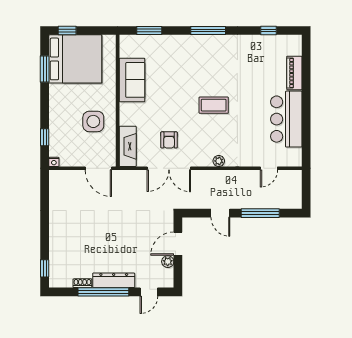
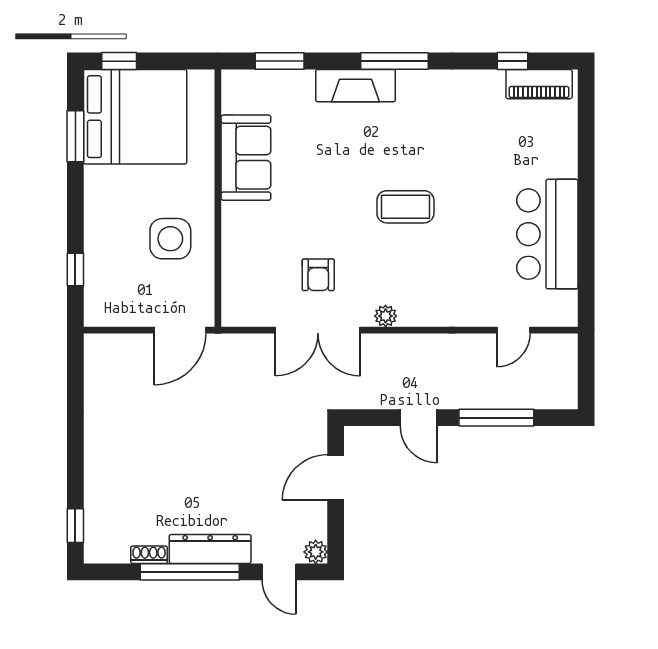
piano: (294, 73) -> (539, 84), moved, turned -90
fireplace: (128, 146) -> (356, 86), moved, turned 90
plant: (219, 161) -> (386, 316), moved
nightstand: (54, 162) -> (93, 318), removed
door: (98, 168) -> (180, 330), hinge flipped
plant: (168, 262) -> (316, 552), moved
door: (149, 292) -> (279, 572), hinge flipped

